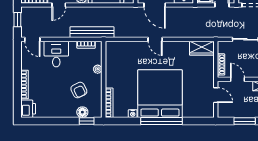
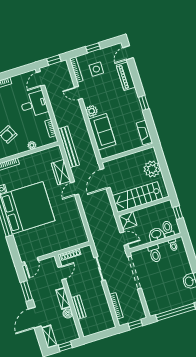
bench: (92, 32) -> (69, 147), moved
wardrobe: (202, 48) -> (61, 172), moved
door: (216, 95) -> (31, 261), moved

